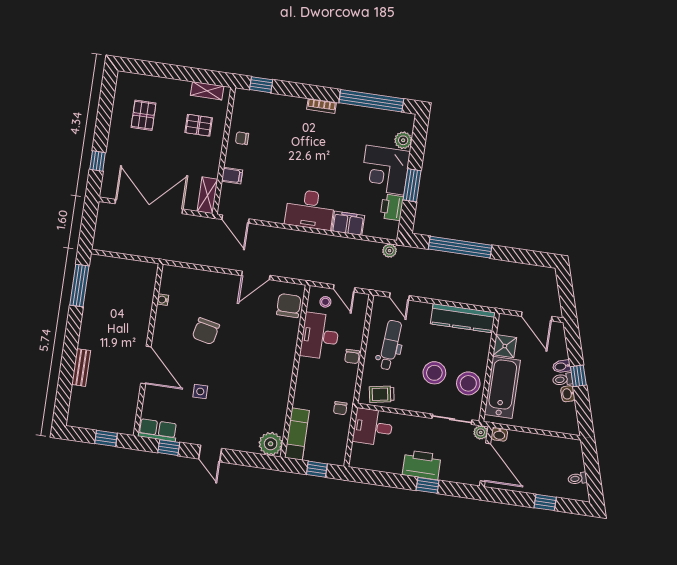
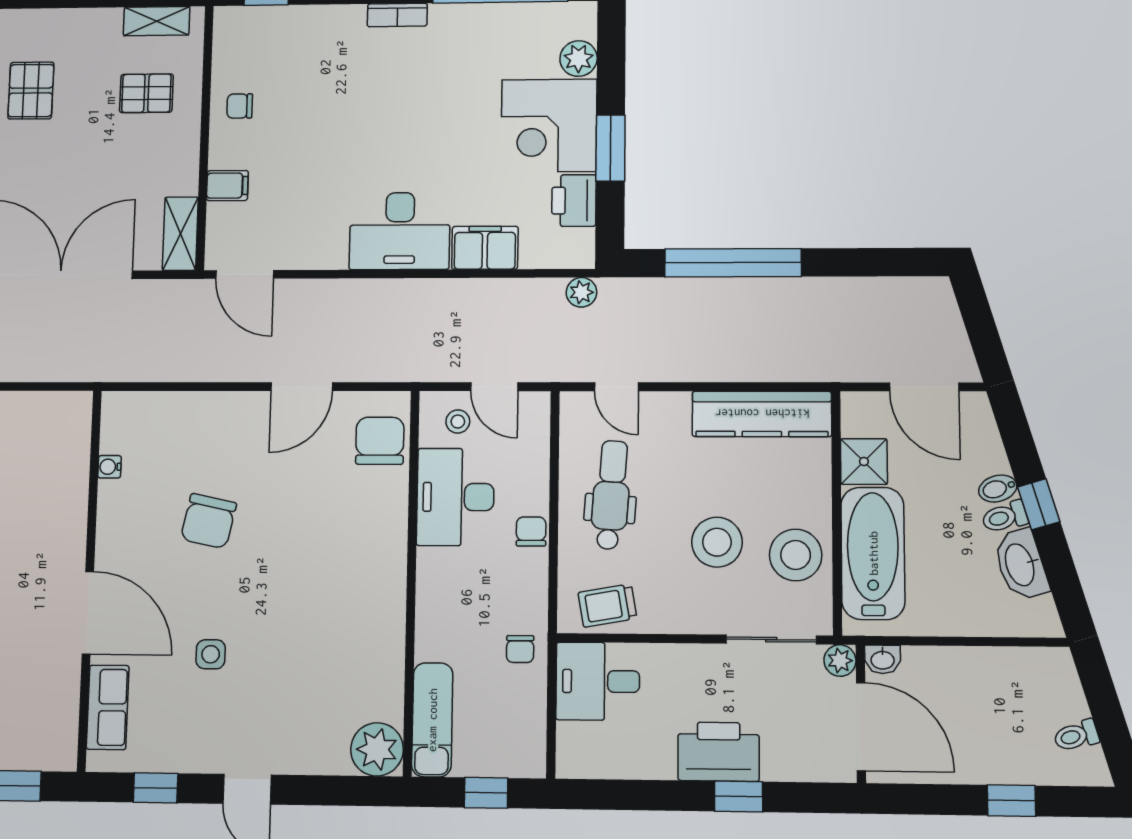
chair: (352, 356) -> (531, 531), turned 180
washbasin: (568, 394) -> (1021, 564), width x1.91, depth x1.45
row of seats: (158, 430) -> (108, 707), moved, turned 90

